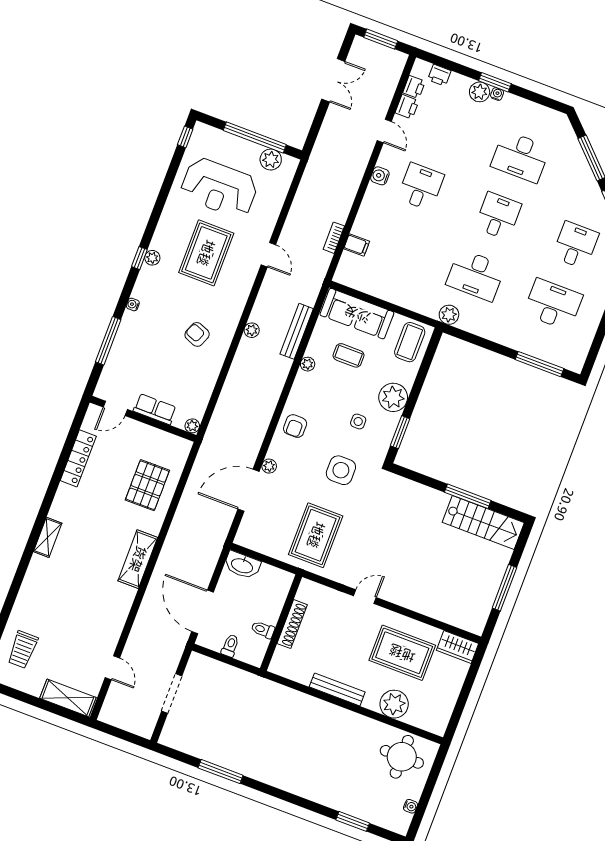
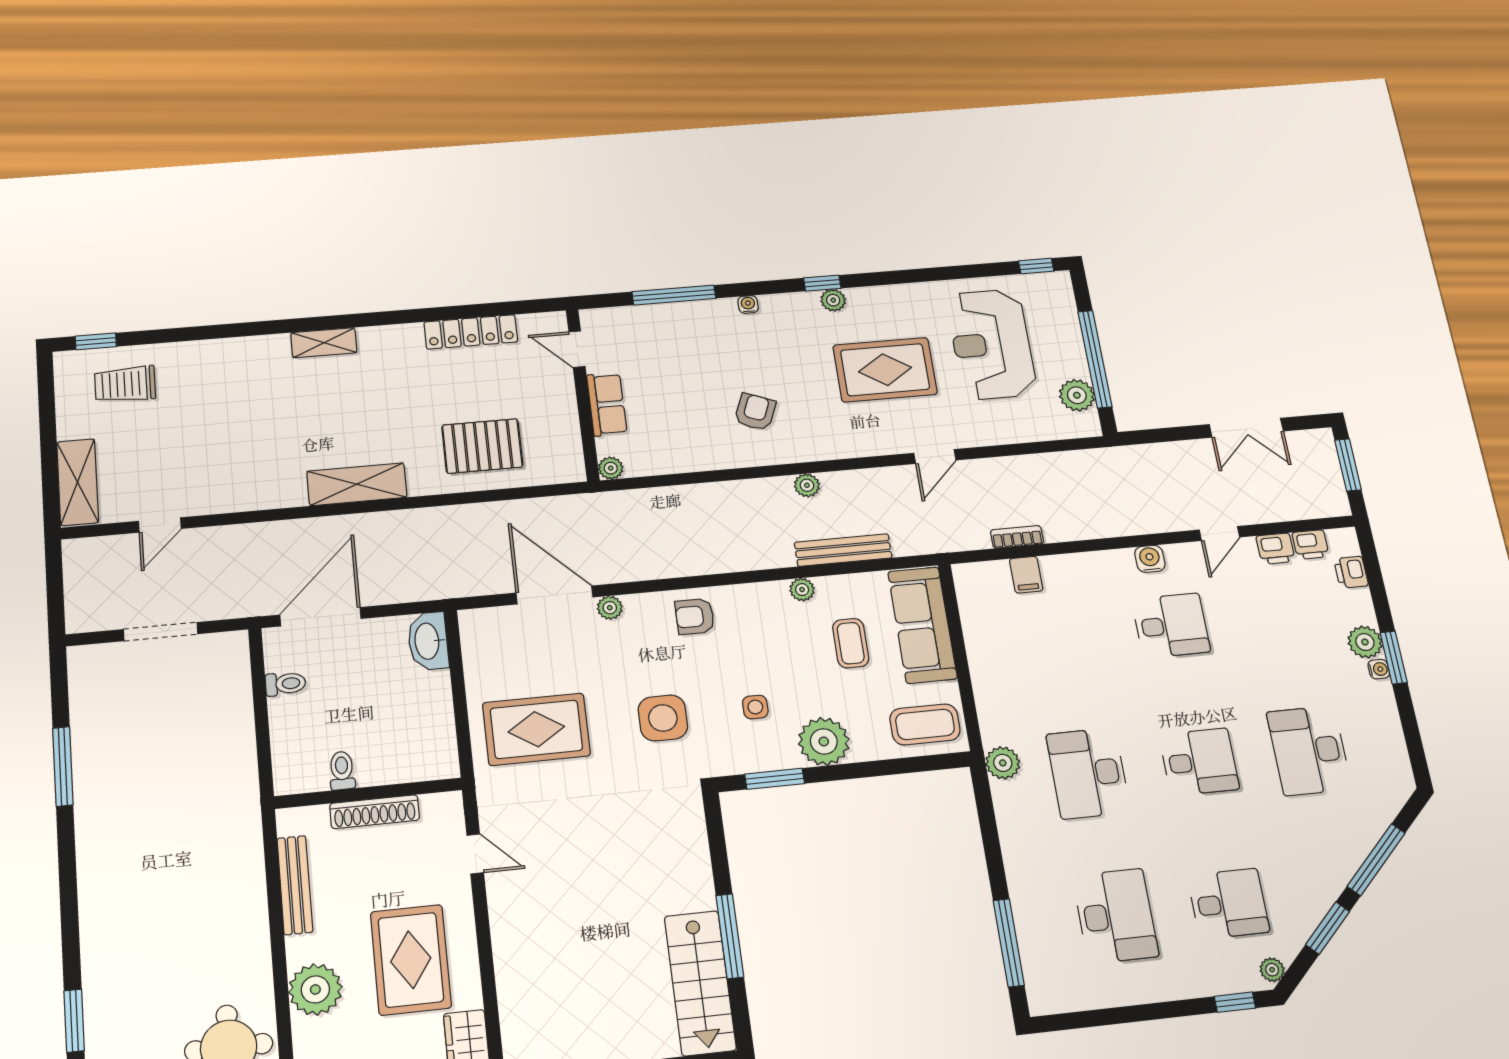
wall: (281, 623) -> (368, 793), moved
shoe rack: (292, 624) -> (375, 812), moved
toilet: (263, 630) -> (342, 771), moved

